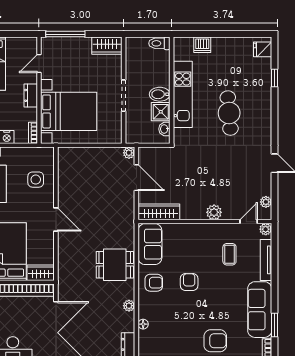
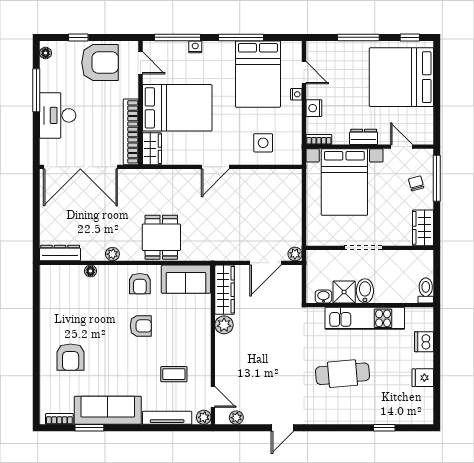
fridge: (263, 49) -> (423, 378), moved, turned -90
chair: (70, 51) -> (416, 183), added
plant: (214, 212) -> (224, 325), moved

